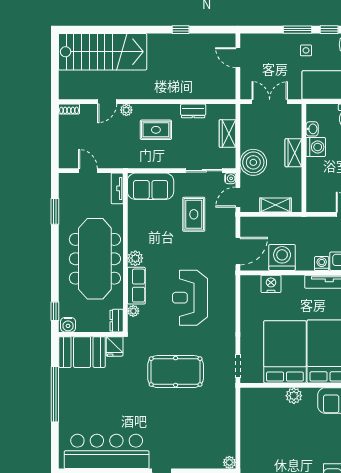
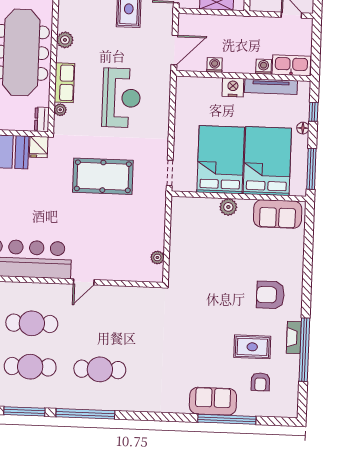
washing machine: (282, 257) -> (215, 65), width x0.53, depth x0.53
plant: (135, 258) -> (65, 40), moved
nightstand: (271, 284) -> (233, 87), moved
reception desk: (190, 298) -> (121, 98), turned 180
plant: (229, 462) -> (157, 257), moved

